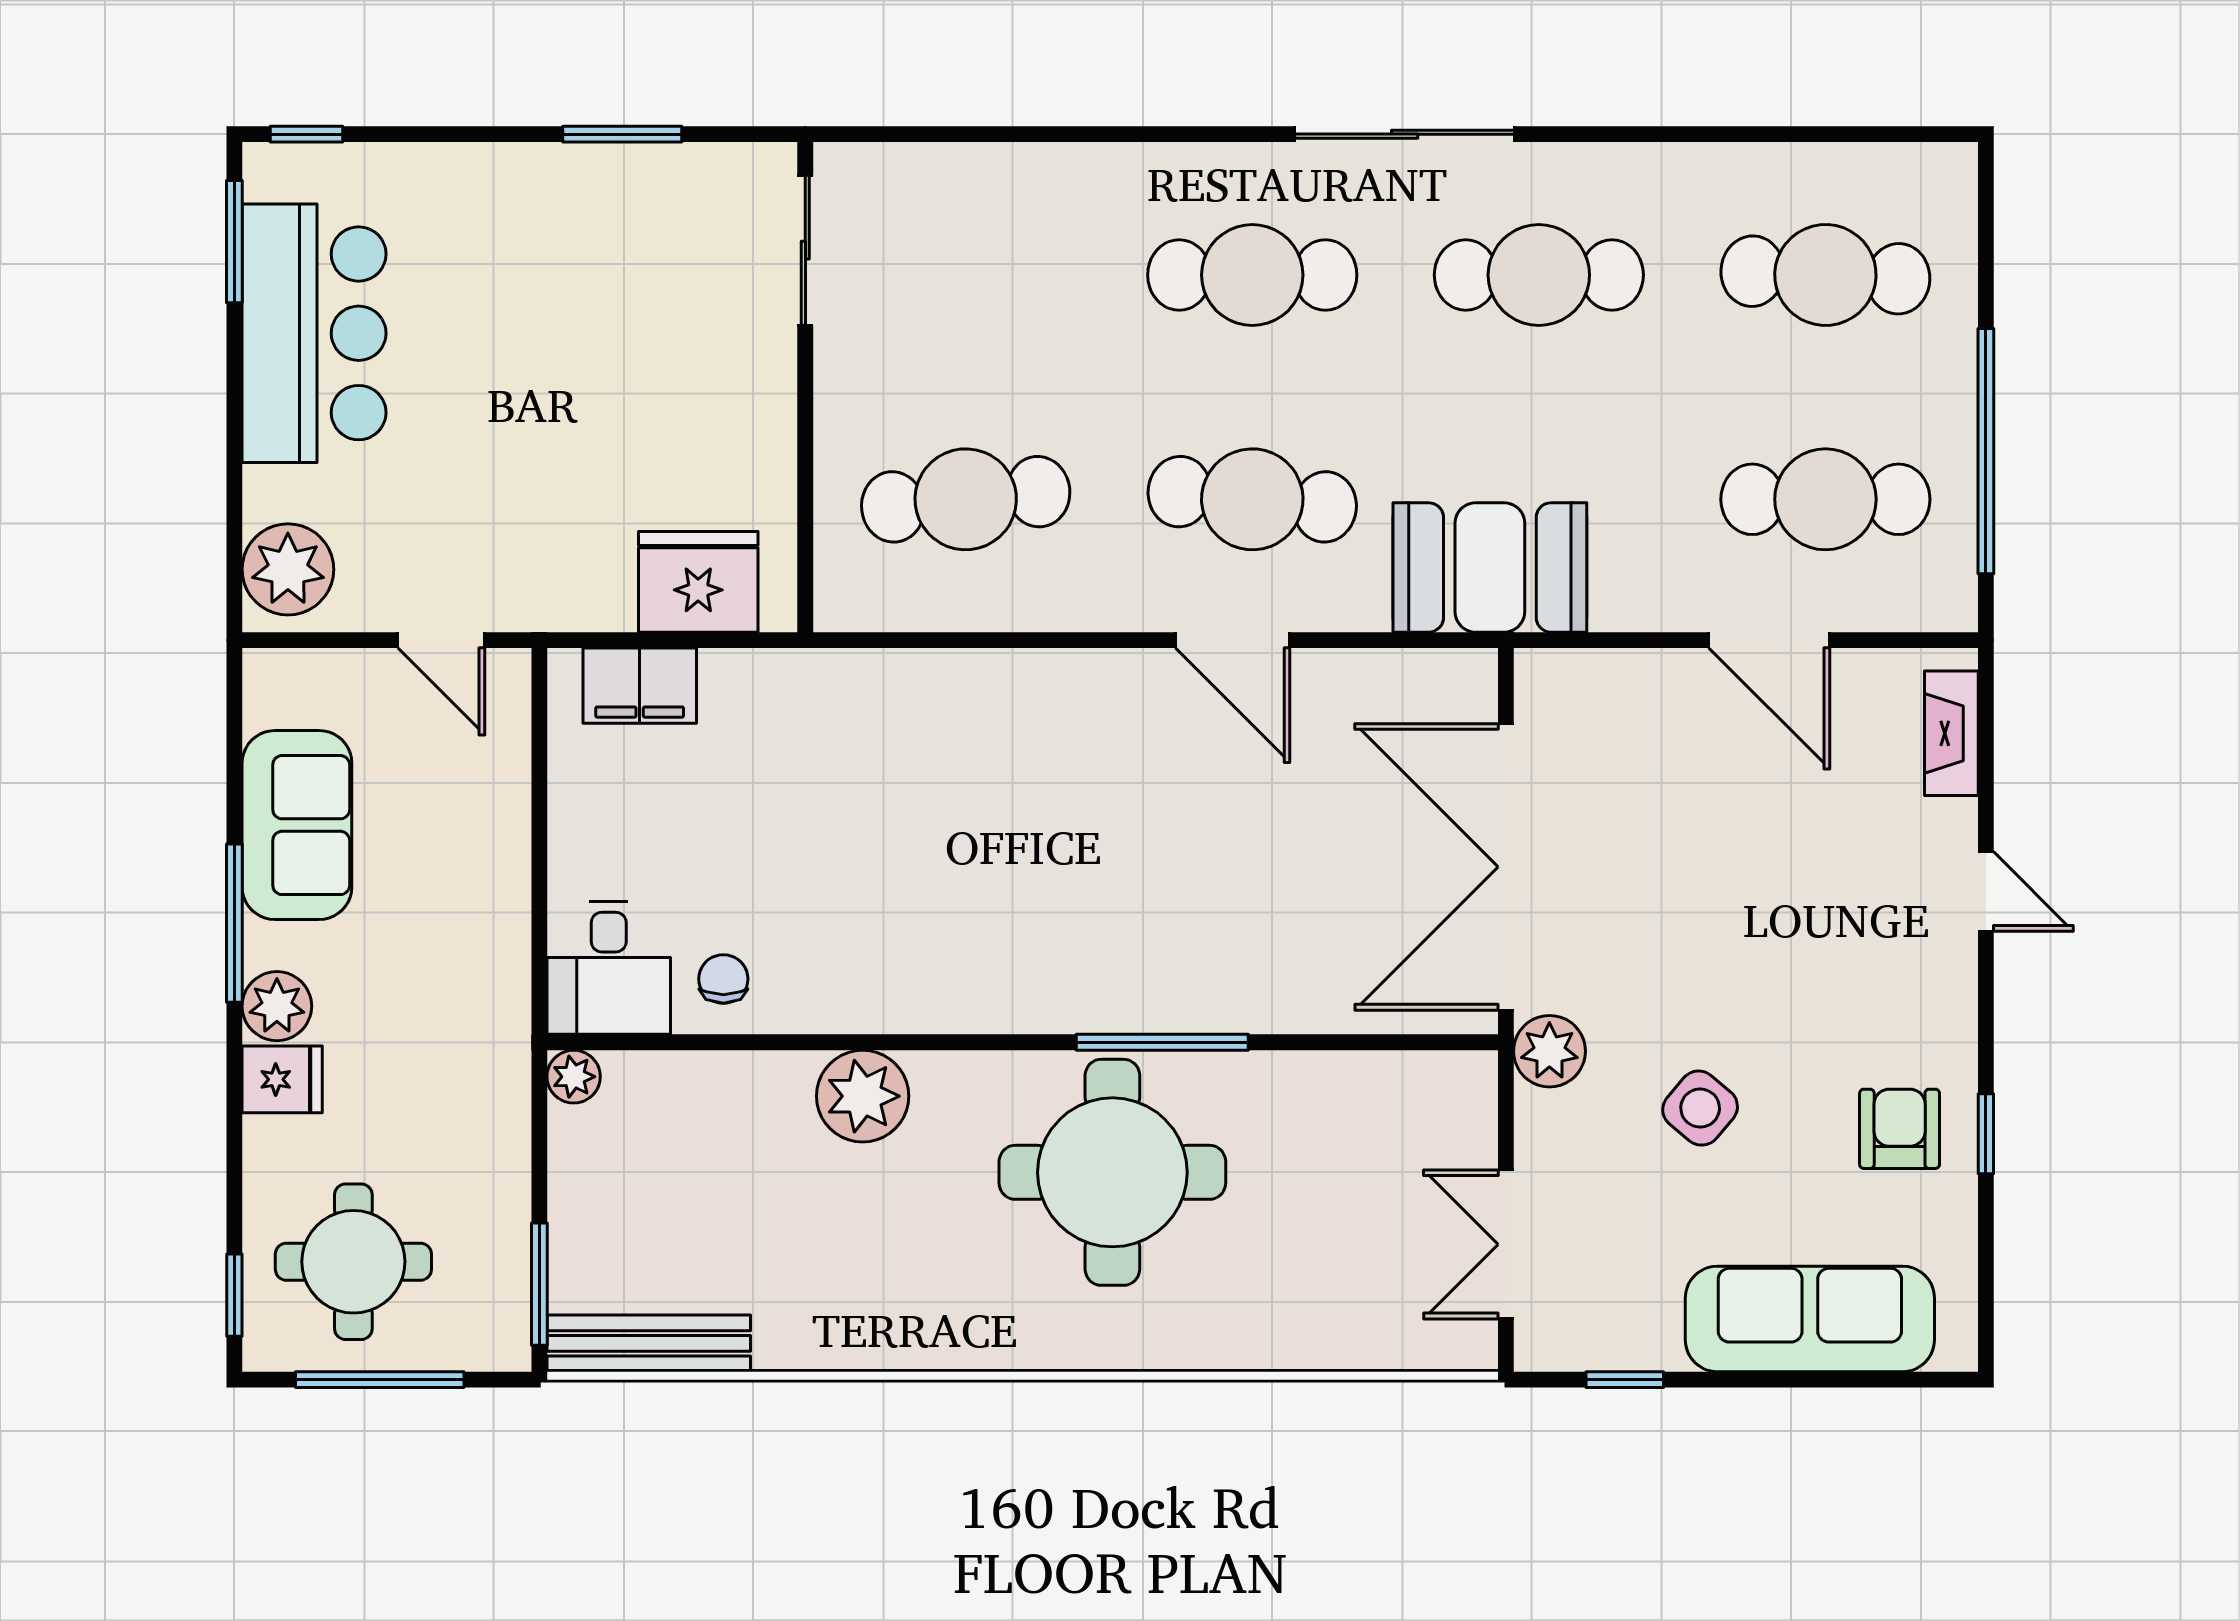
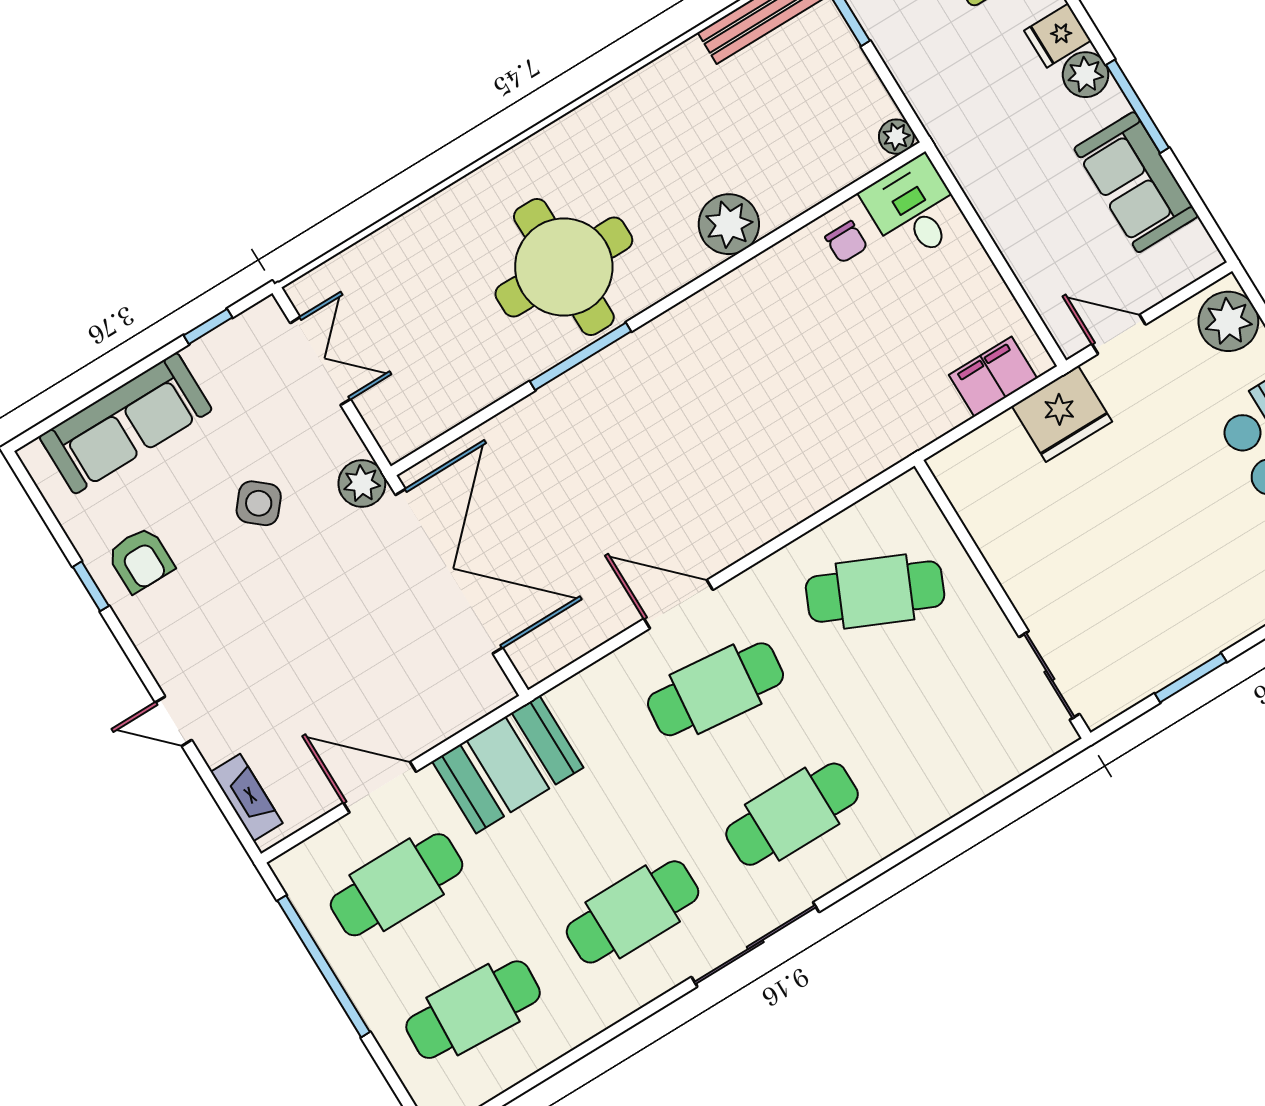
cafe table: (966, 499) -> (875, 592), turned 30
booth: (1490, 567) -> (508, 764), moved
fridge: (698, 582) -> (1062, 414), moved

